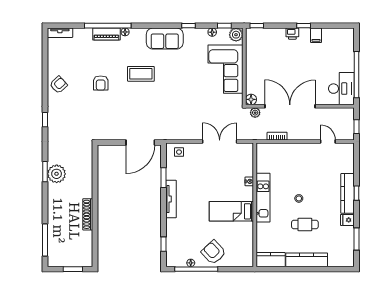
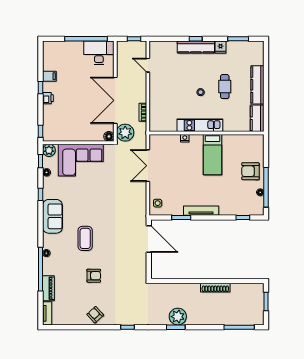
piano: (106, 34) -> (48, 288), moved
plant: (255, 113) -> (125, 133), width x1.87, depth x1.87
door: (328, 141) -> (148, 65), hinge flipped
armchair: (213, 252) -> (250, 171), turned 43

